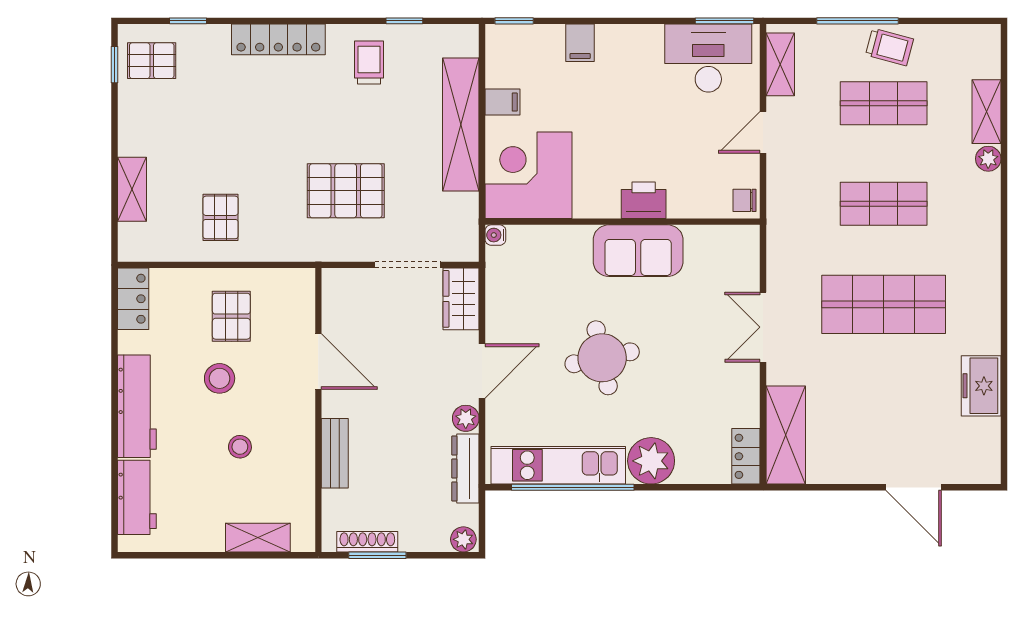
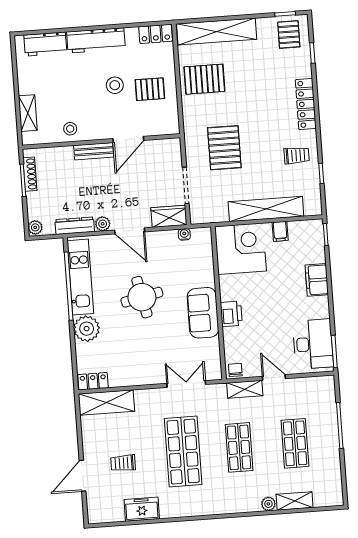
filing cabinet: (580, 43) -> (317, 280), width x2.00
trolley: (889, 47) -> (123, 463), moved, turned 75
shelving: (780, 64) -> (245, 389), moved
shelving: (132, 189) -> (217, 31), width x2.20, depth x1.33
pallet: (221, 217) -> (204, 79), width x1.50, depth x1.42
water cooler: (495, 235) -> (184, 234), moved
double door: (763, 327) -> (186, 384), moved
stool: (240, 447) -> (70, 129), moved
bench: (335, 453) -> (94, 151), moved

